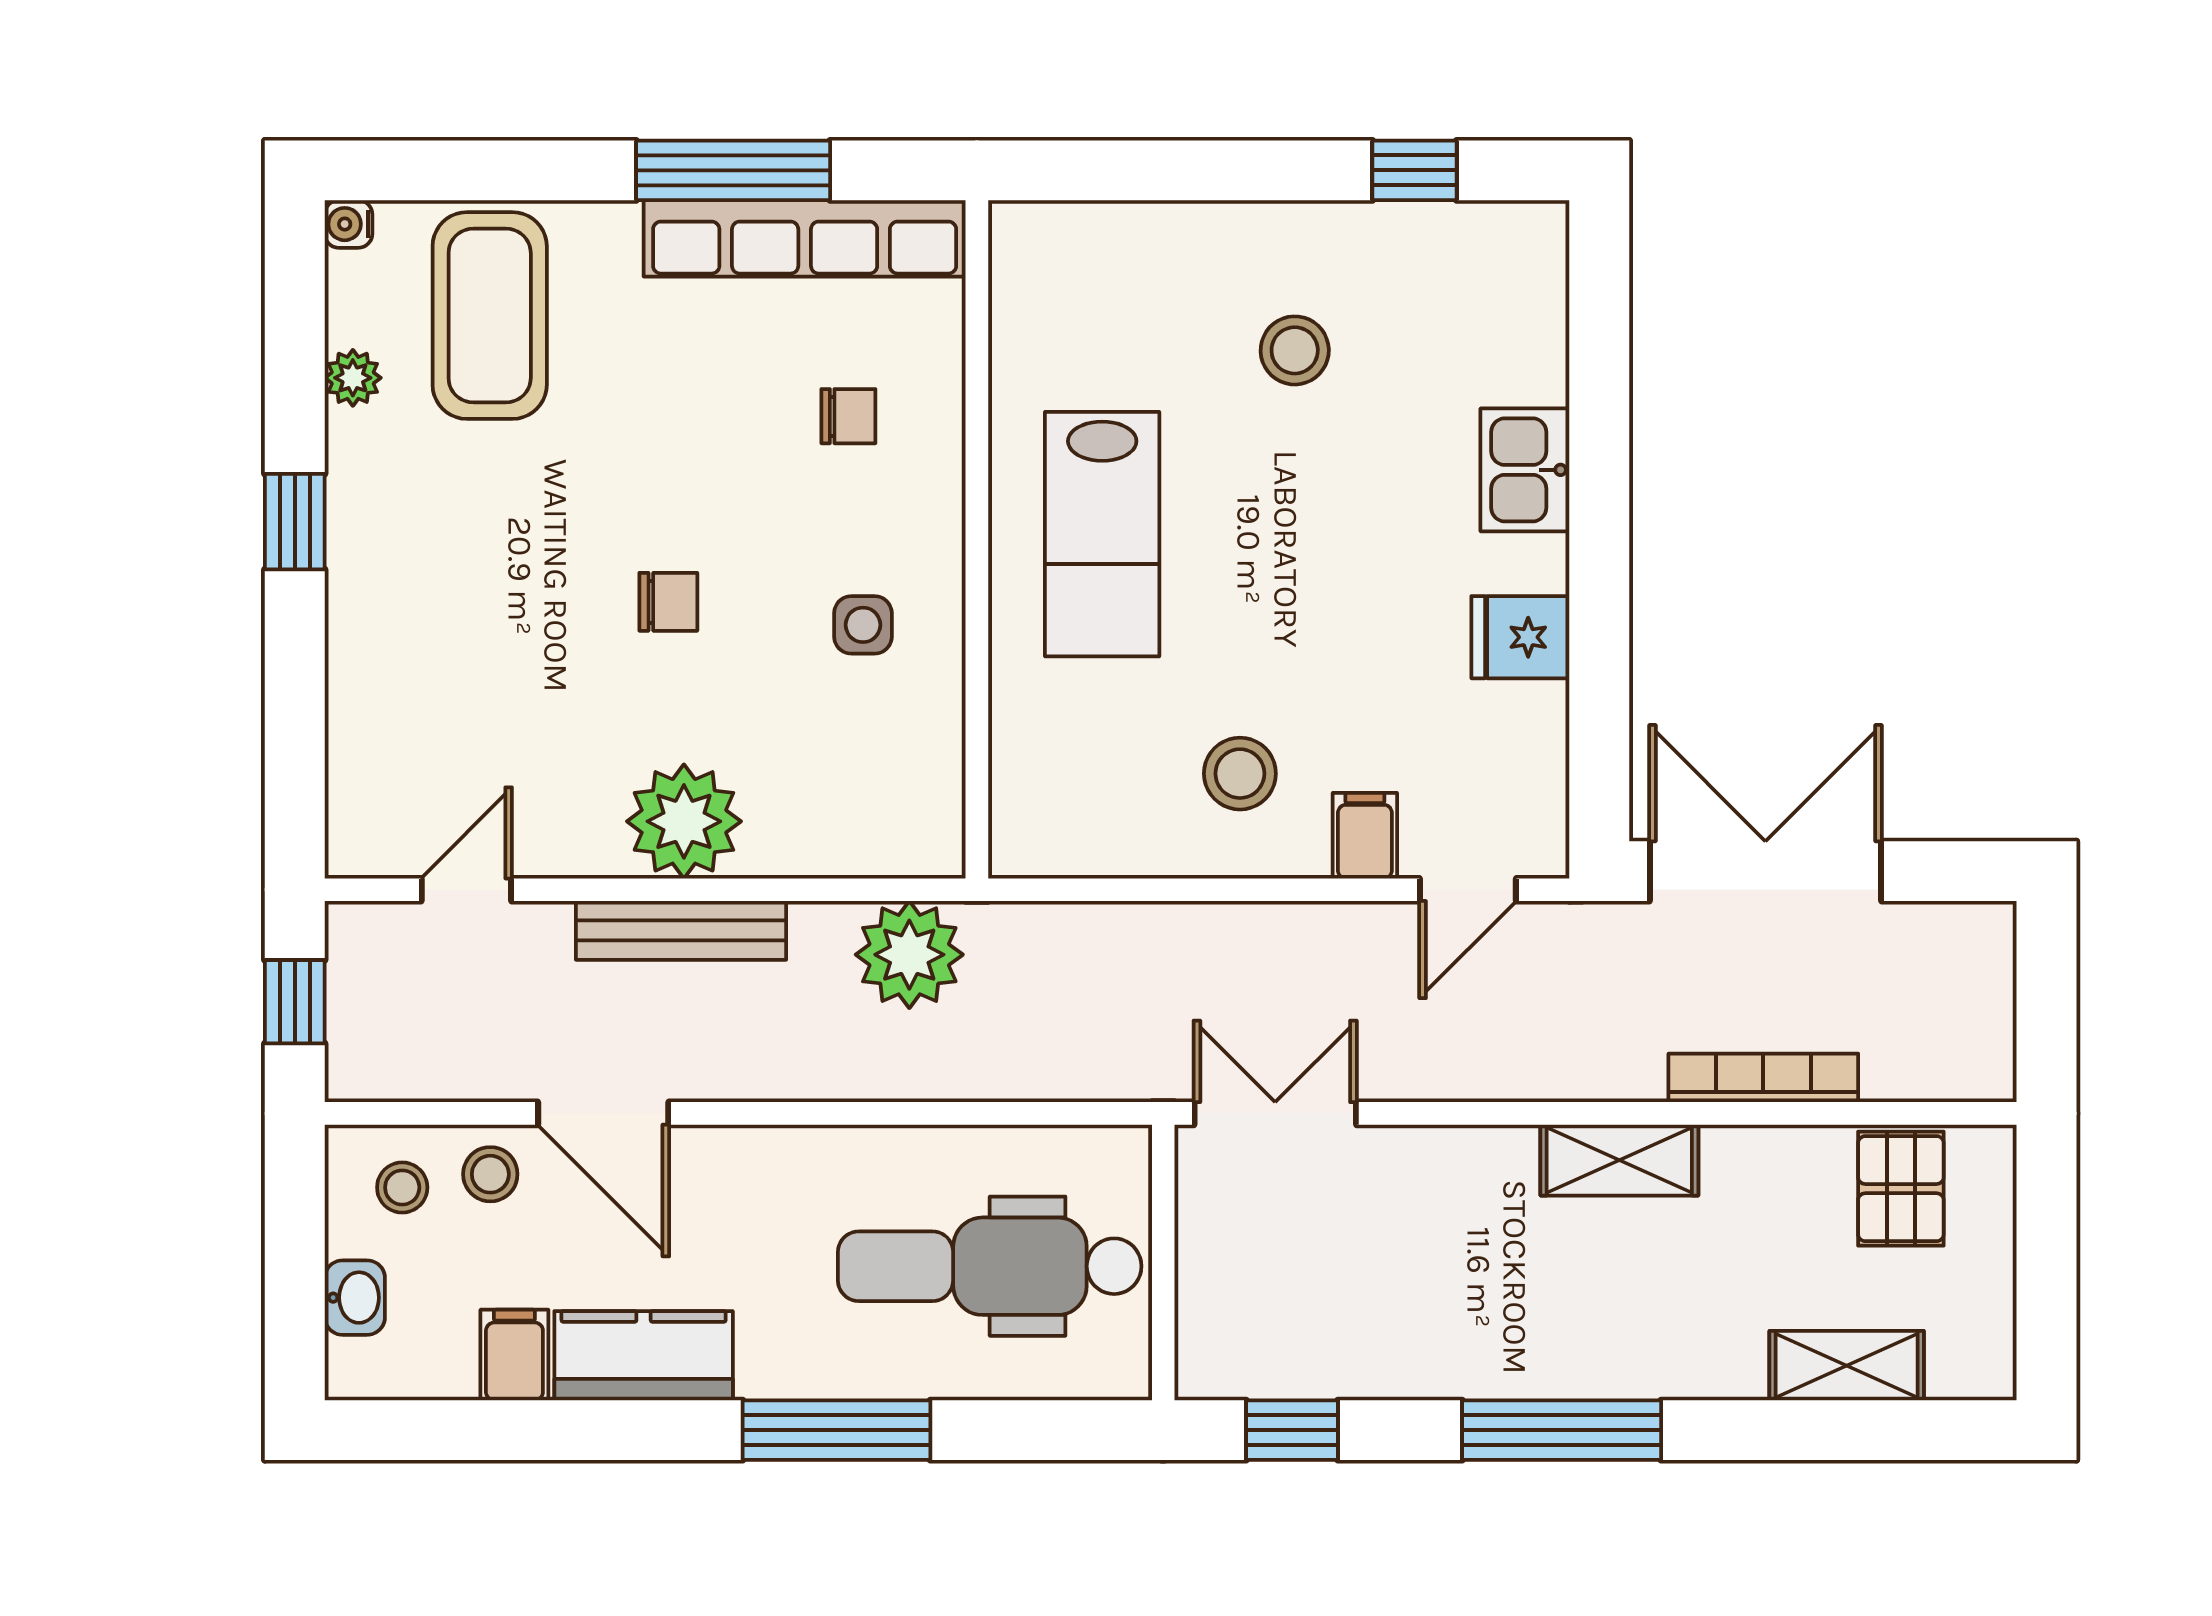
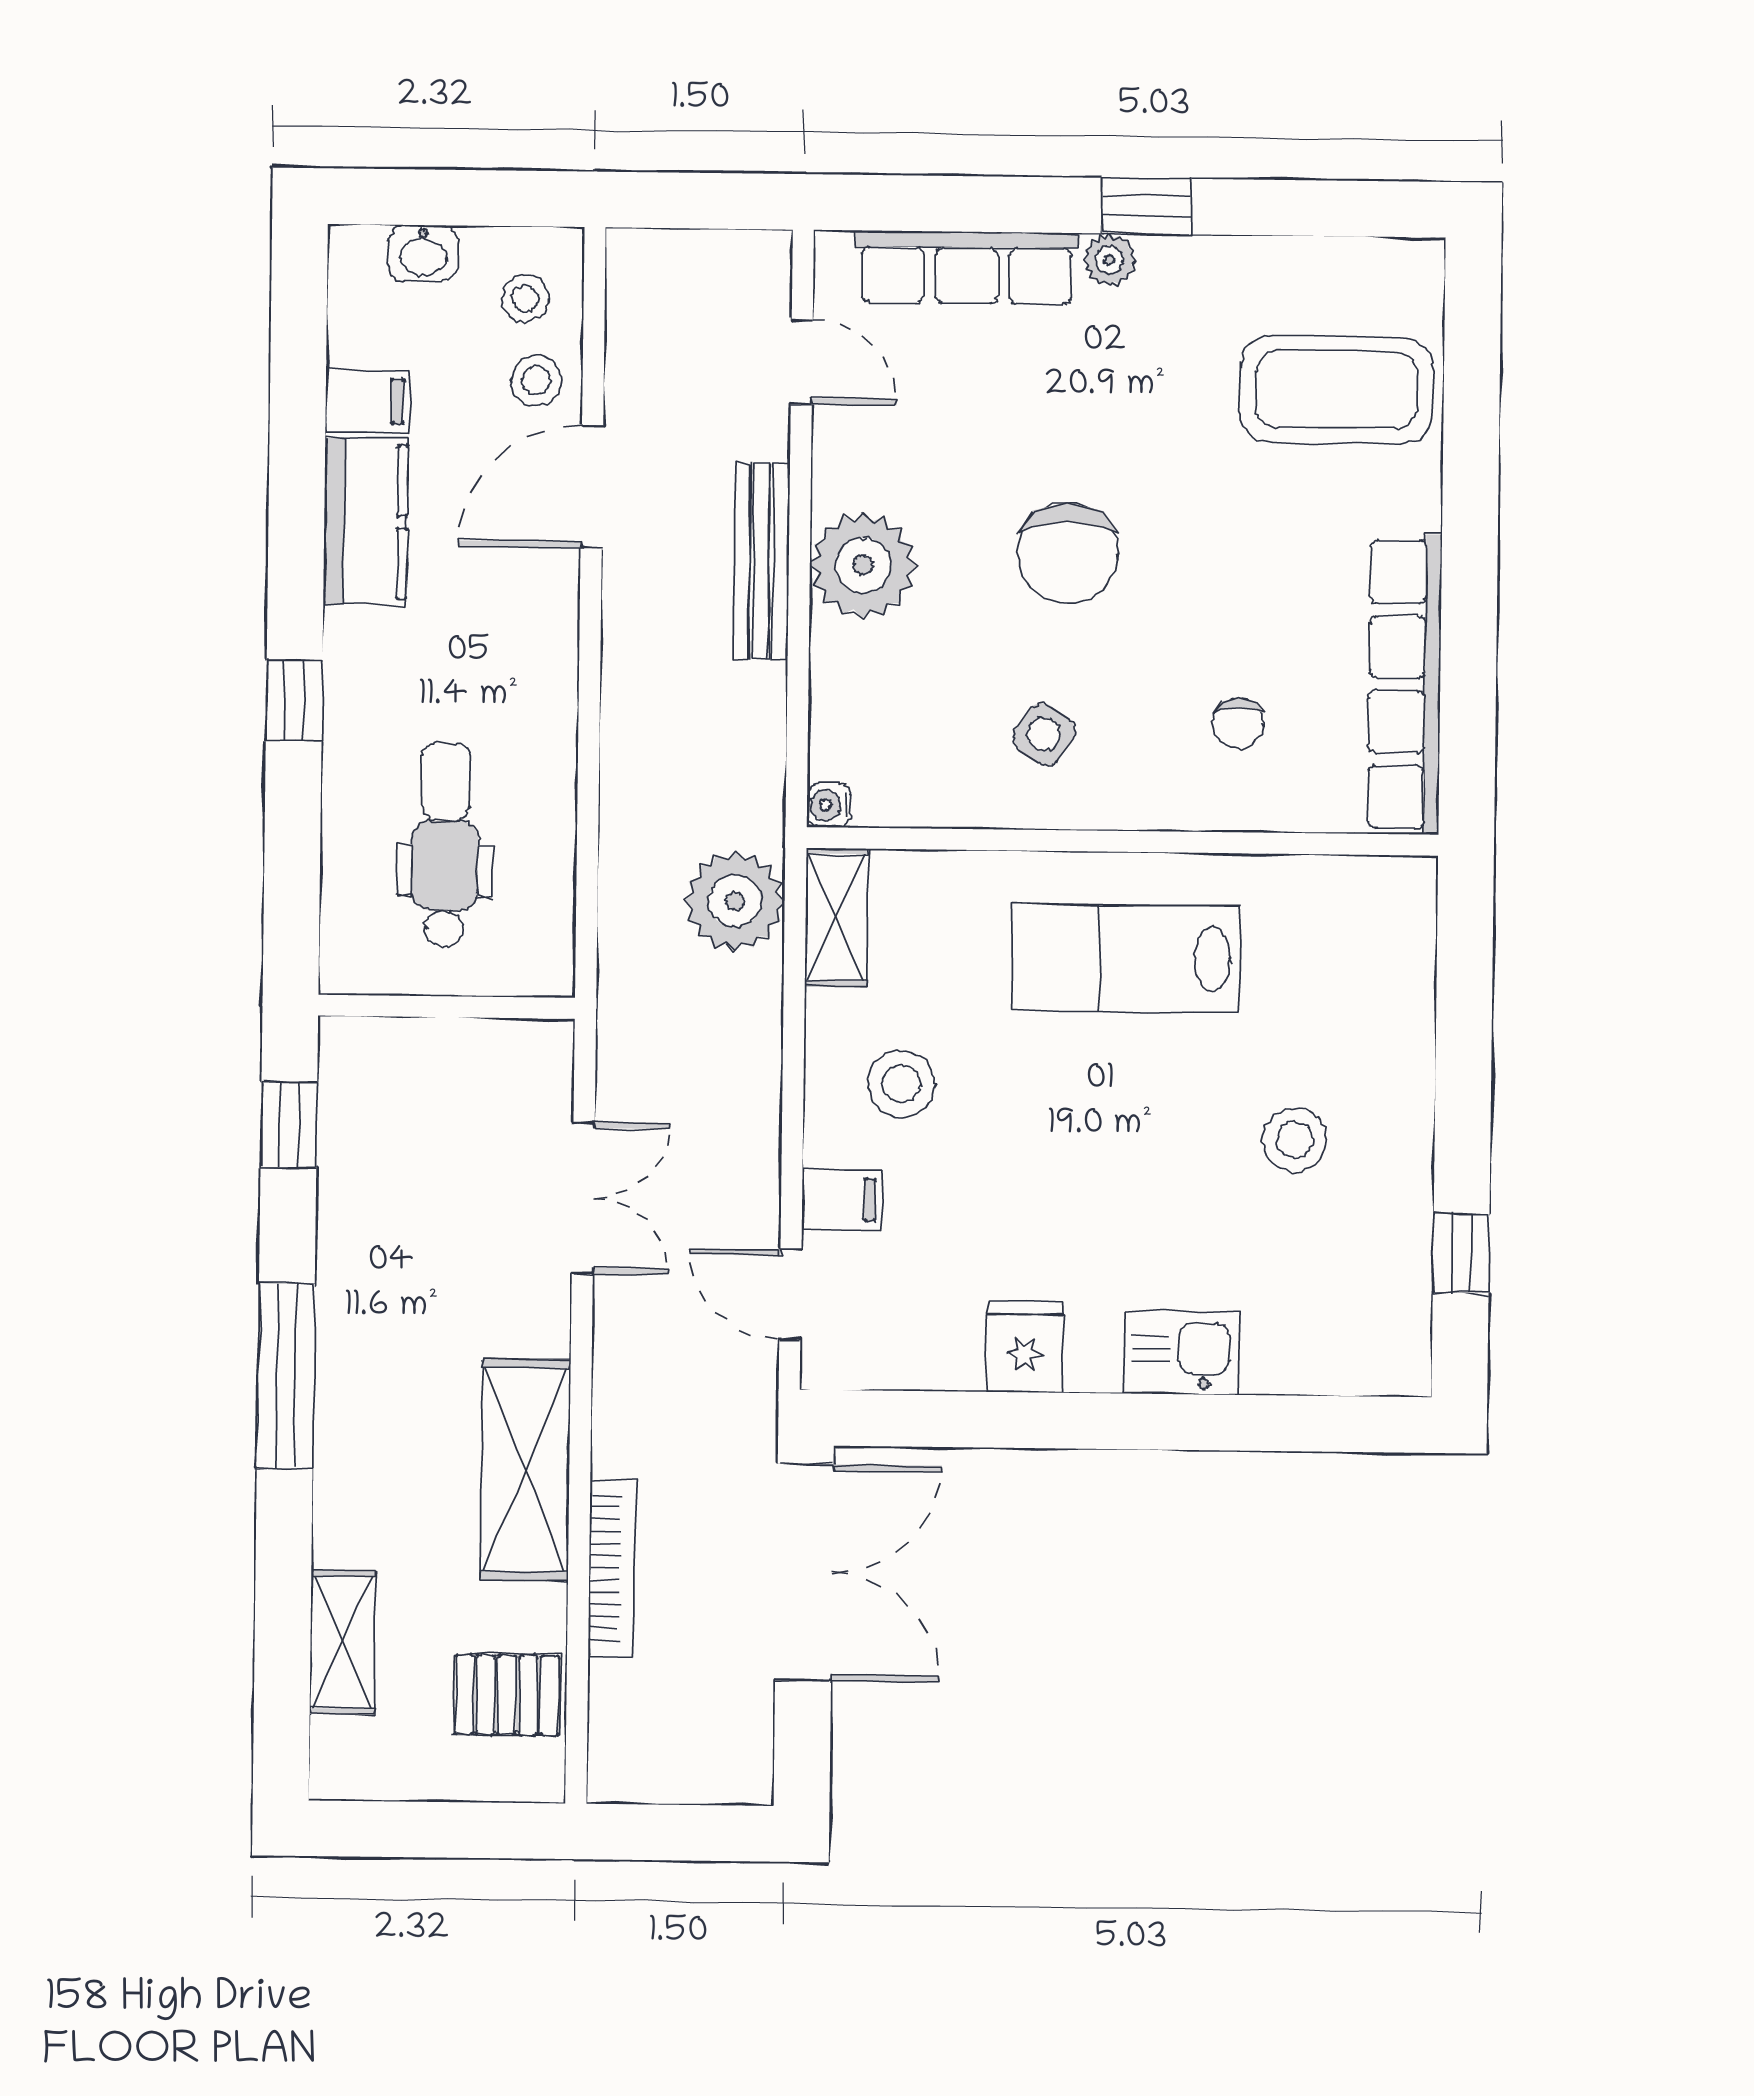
window: (733, 170) -> (1469, 618), removed
water cooler: (348, 224) -> (829, 805), moved, turned -90
plant: (353, 378) -> (1109, 260), moved
chair: (668, 602) -> (1068, 553), width x1.87, depth x1.87
side table: (863, 625) -> (1044, 734), turned 36
row of seats: (363, 714) -> (967, 268), added
shelving: (1062, 845) -> (836, 917), added
plant: (909, 955) -> (735, 901), moved
window: (295, 1002) -> (699, 201), removed
double door: (1275, 1113) -> (583, 1198), moved
shelving: (1619, 1160) -> (525, 1470), width x1.50, depth x1.33
dental chair: (990, 1266) -> (445, 845), width x0.73, depth x0.72
window: (836, 1430) -> (294, 700), width x0.46

